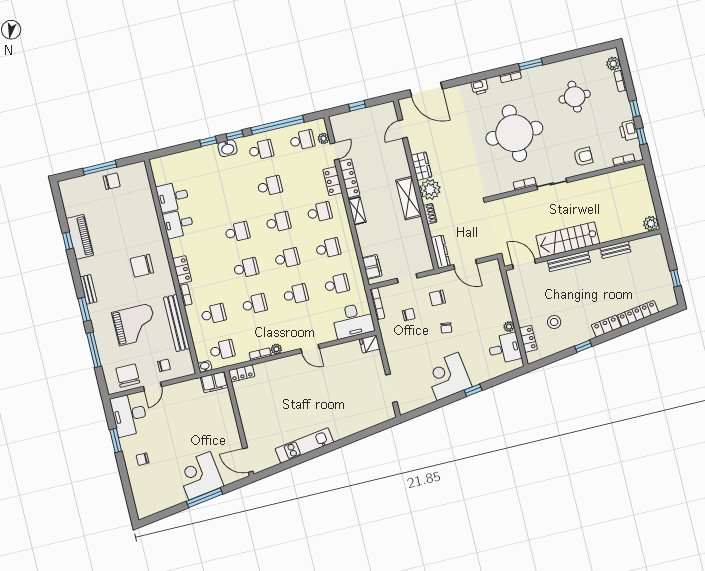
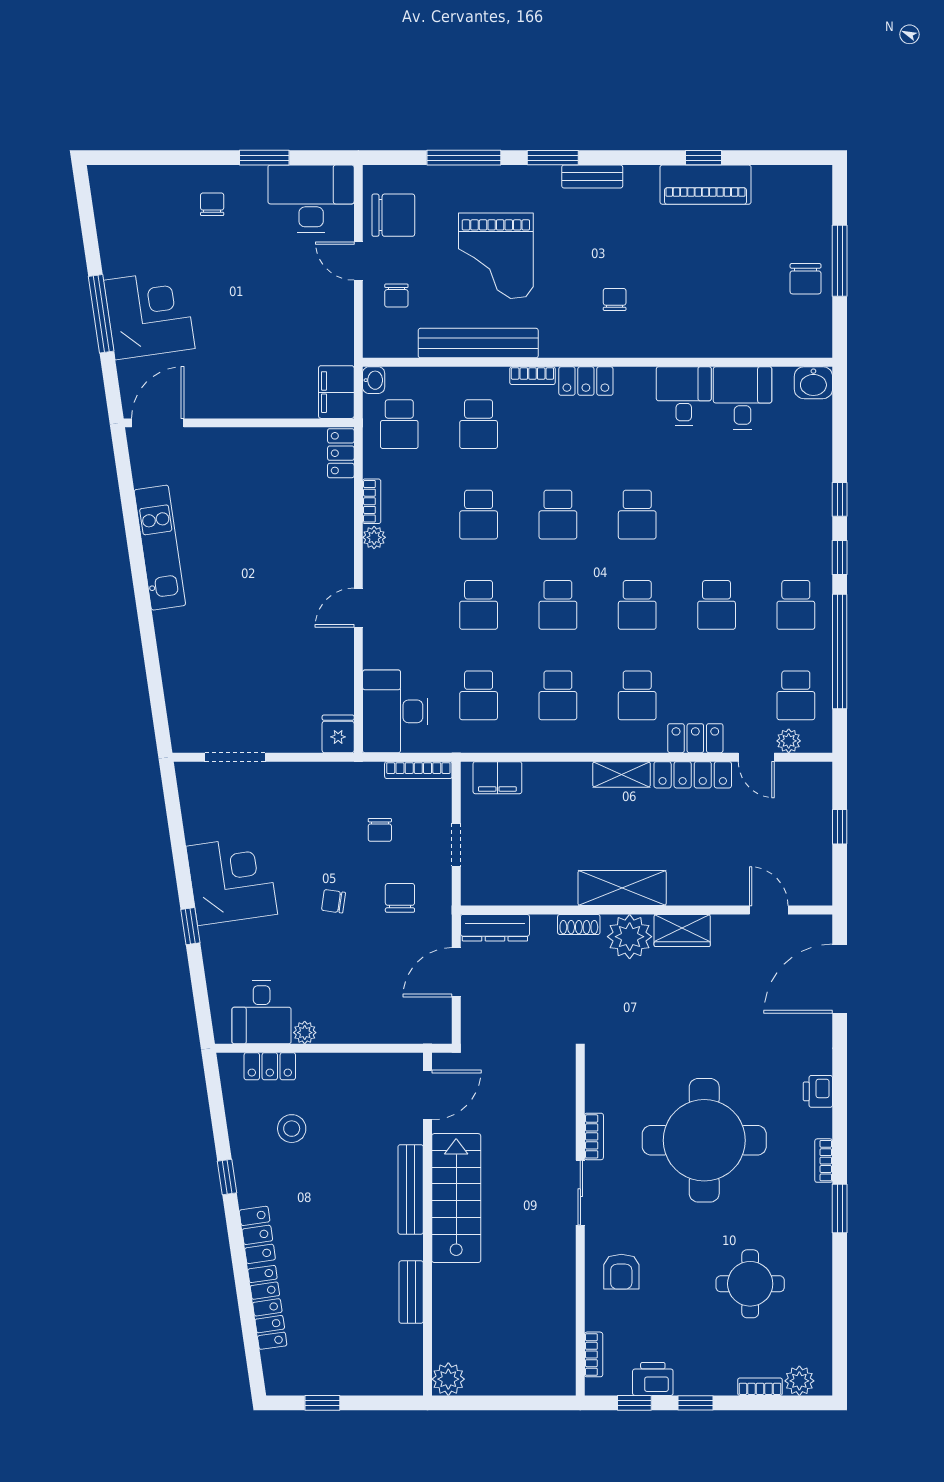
washbasin: (227, 148) -> (813, 383), moved, turned -90
chair: (142, 266) -> (615, 299), width x0.54, depth x0.54

